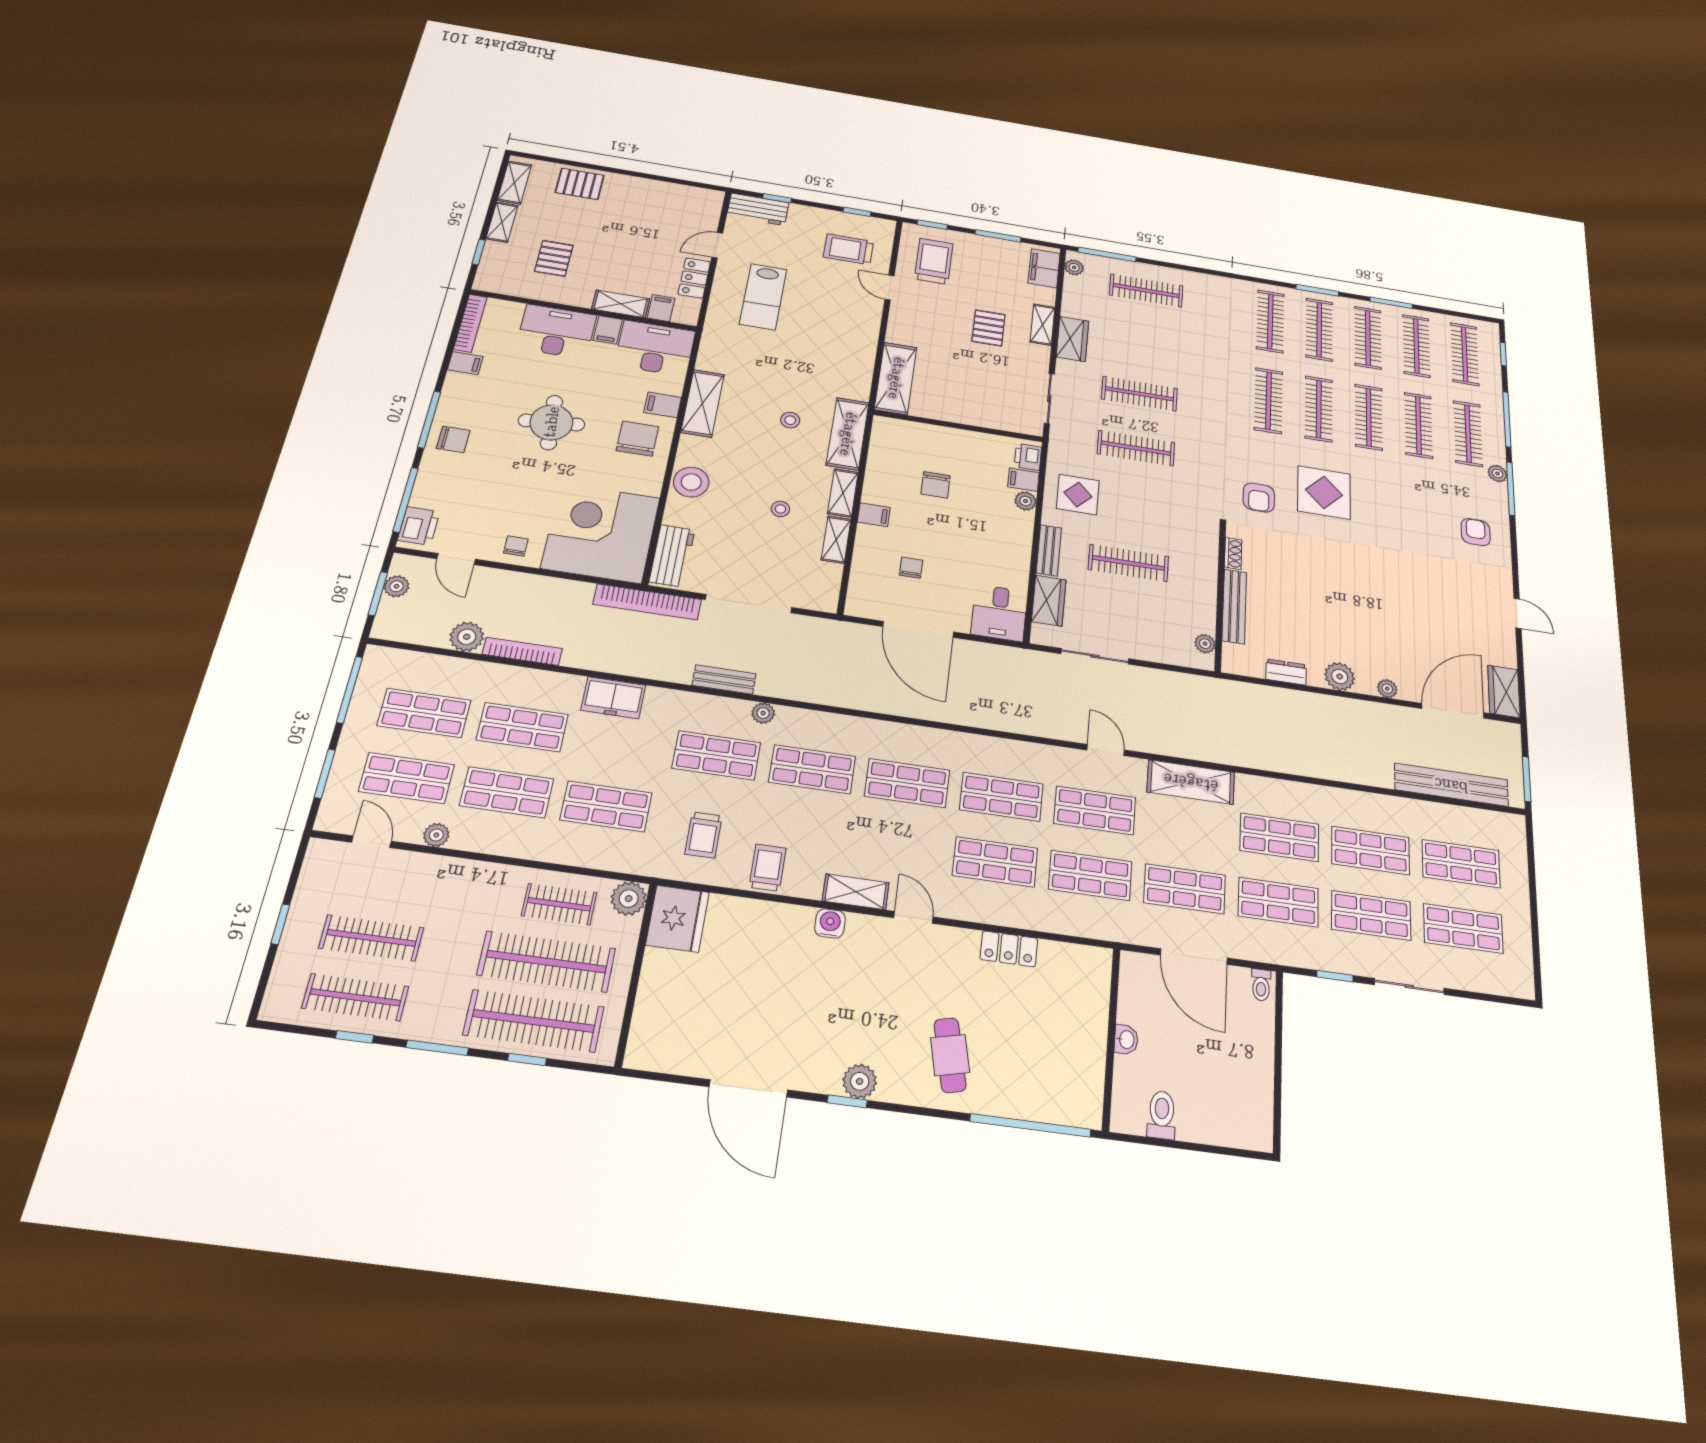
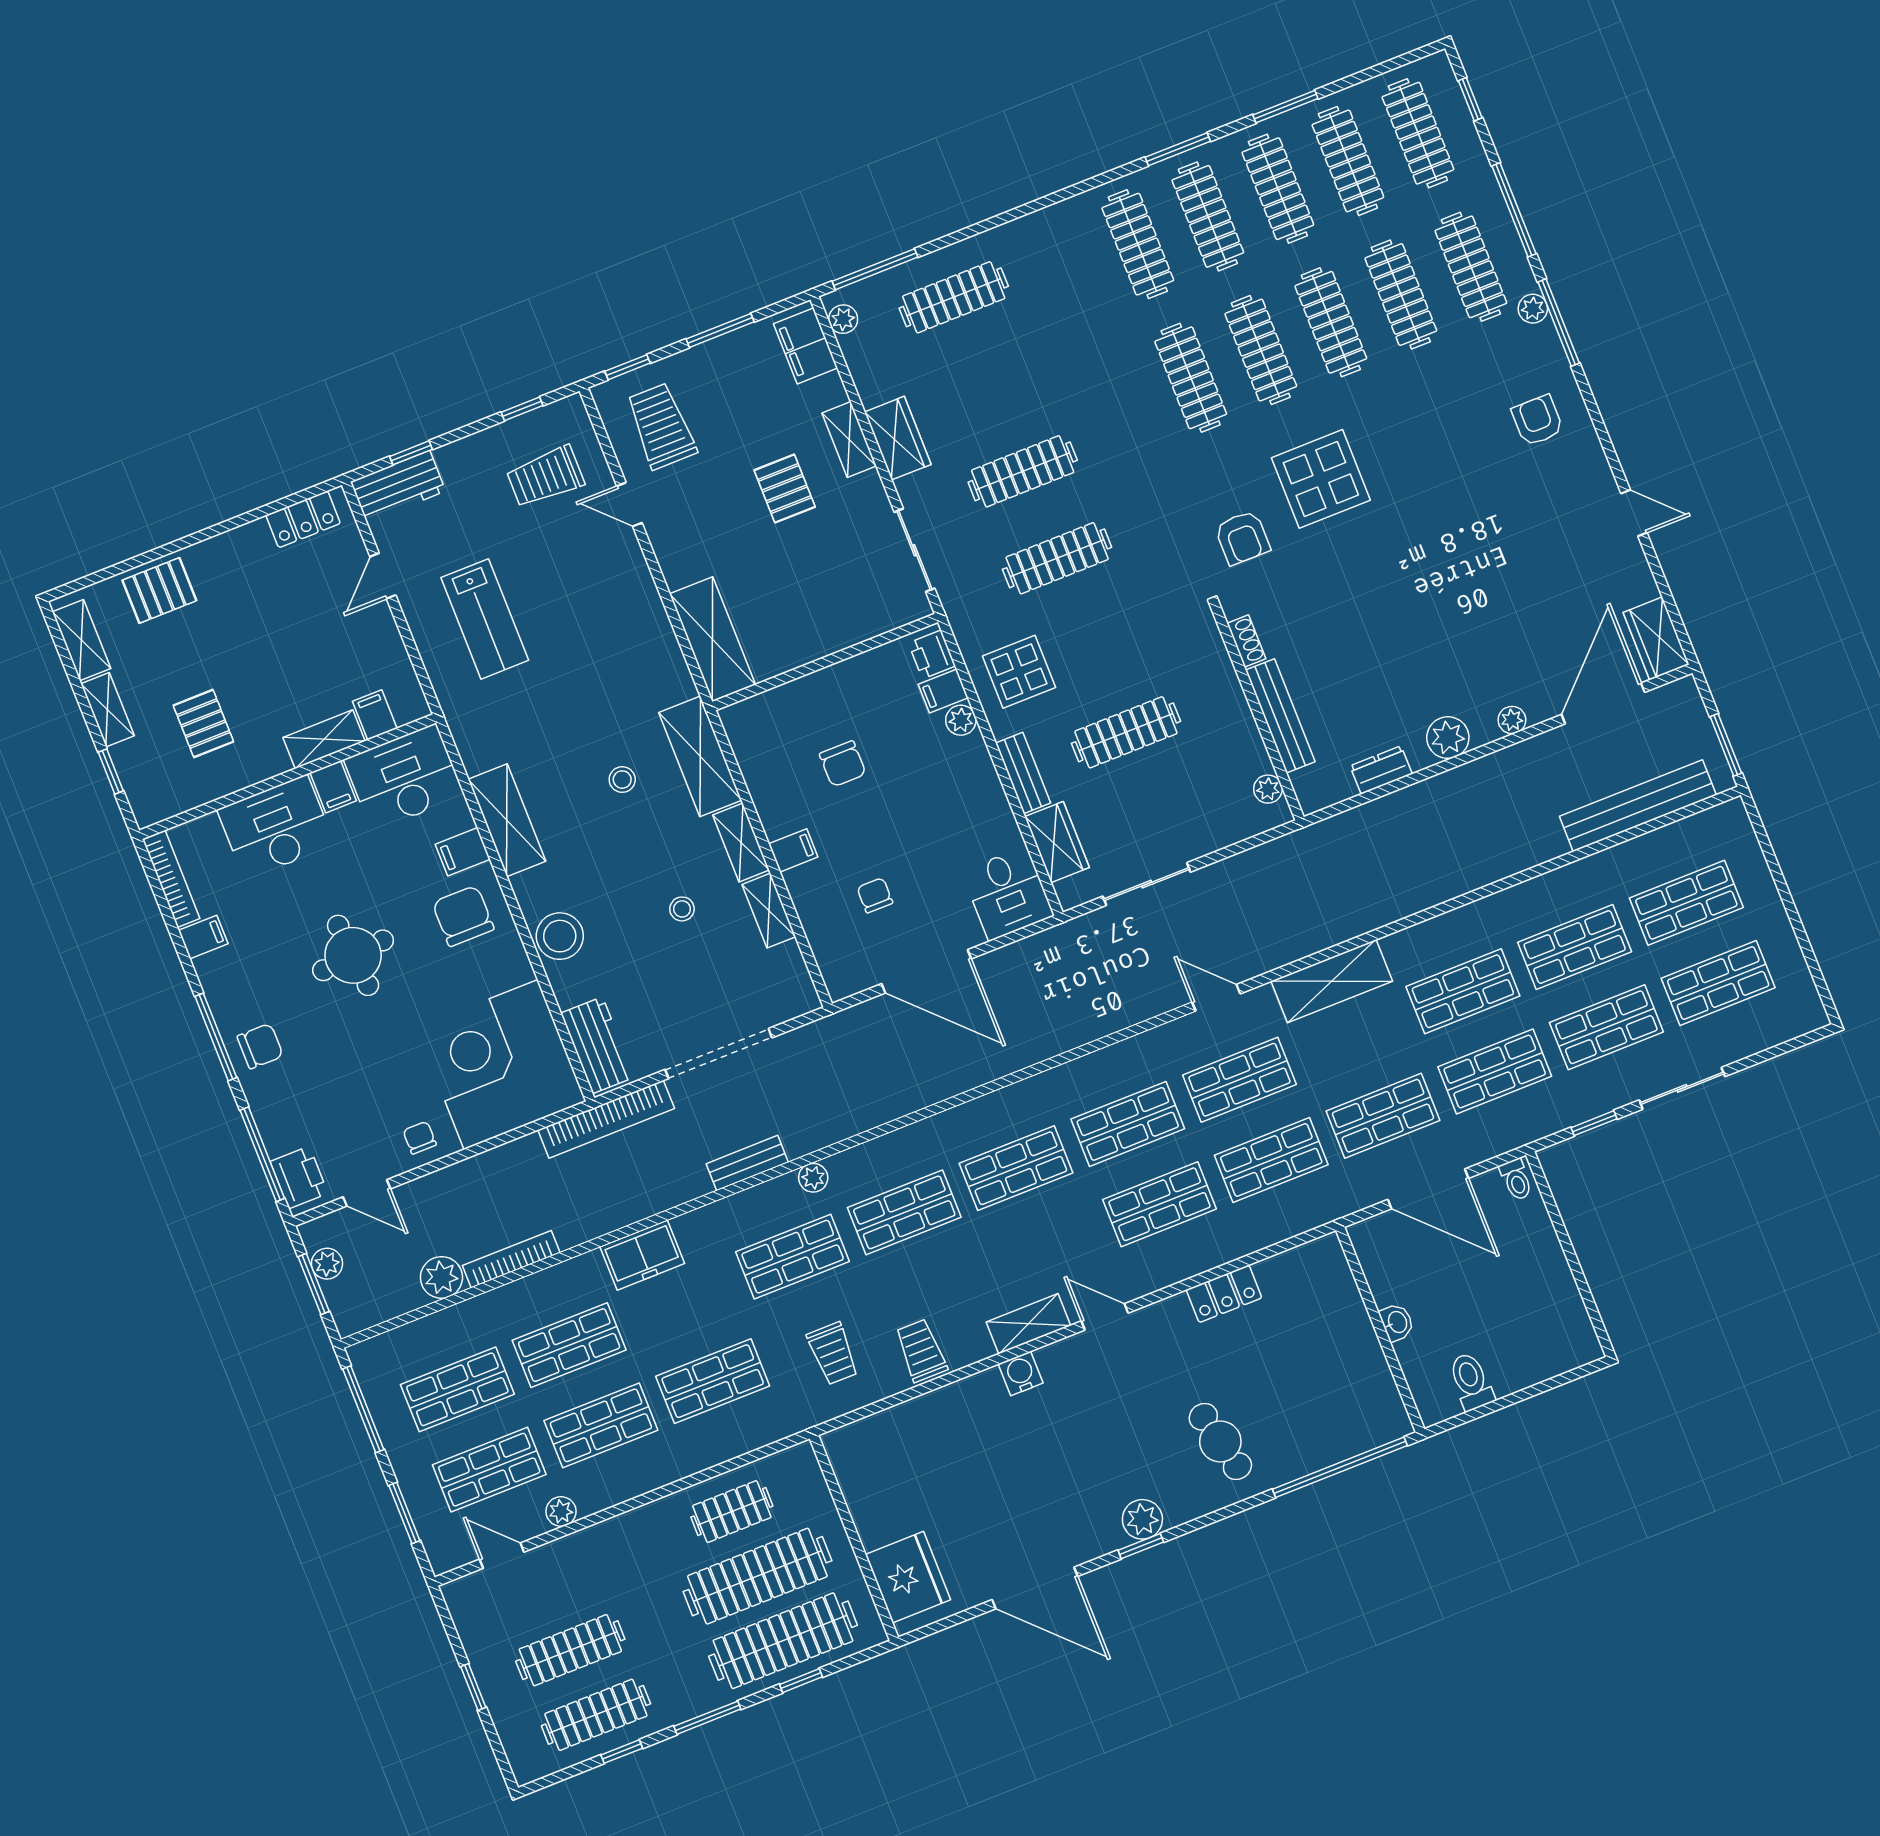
locker: (694, 278) -> (303, 519), moved, turned -90
plant: (629, 899) -> (798, 1466), removed
fridge: (677, 919) -> (908, 1577), moved

